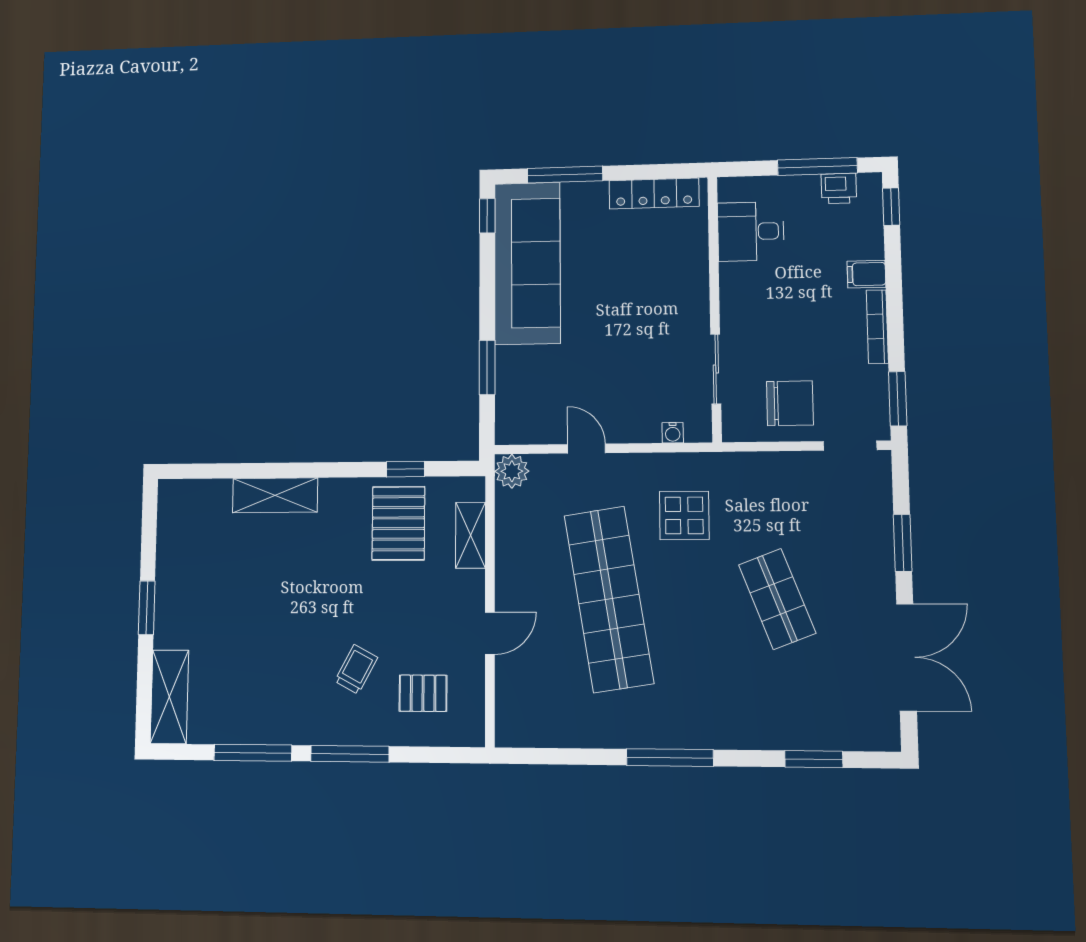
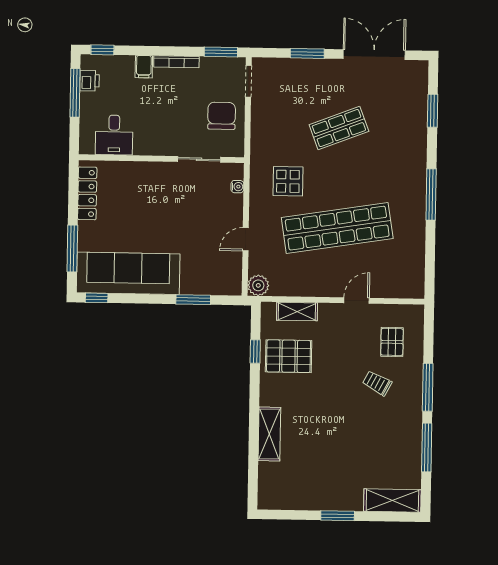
door: (490, 633) -> (357, 301), hinge flipped

